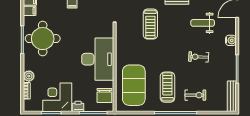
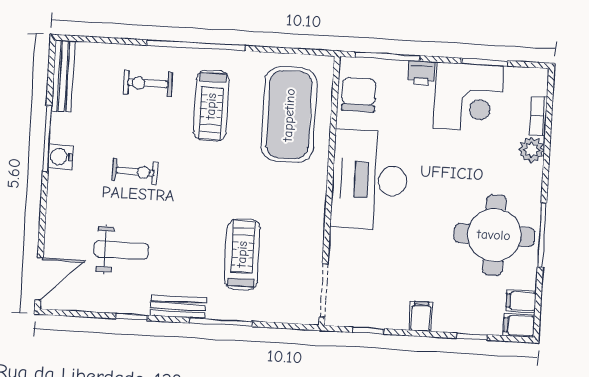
water cooler: (231, 40) -> (61, 157), moved

